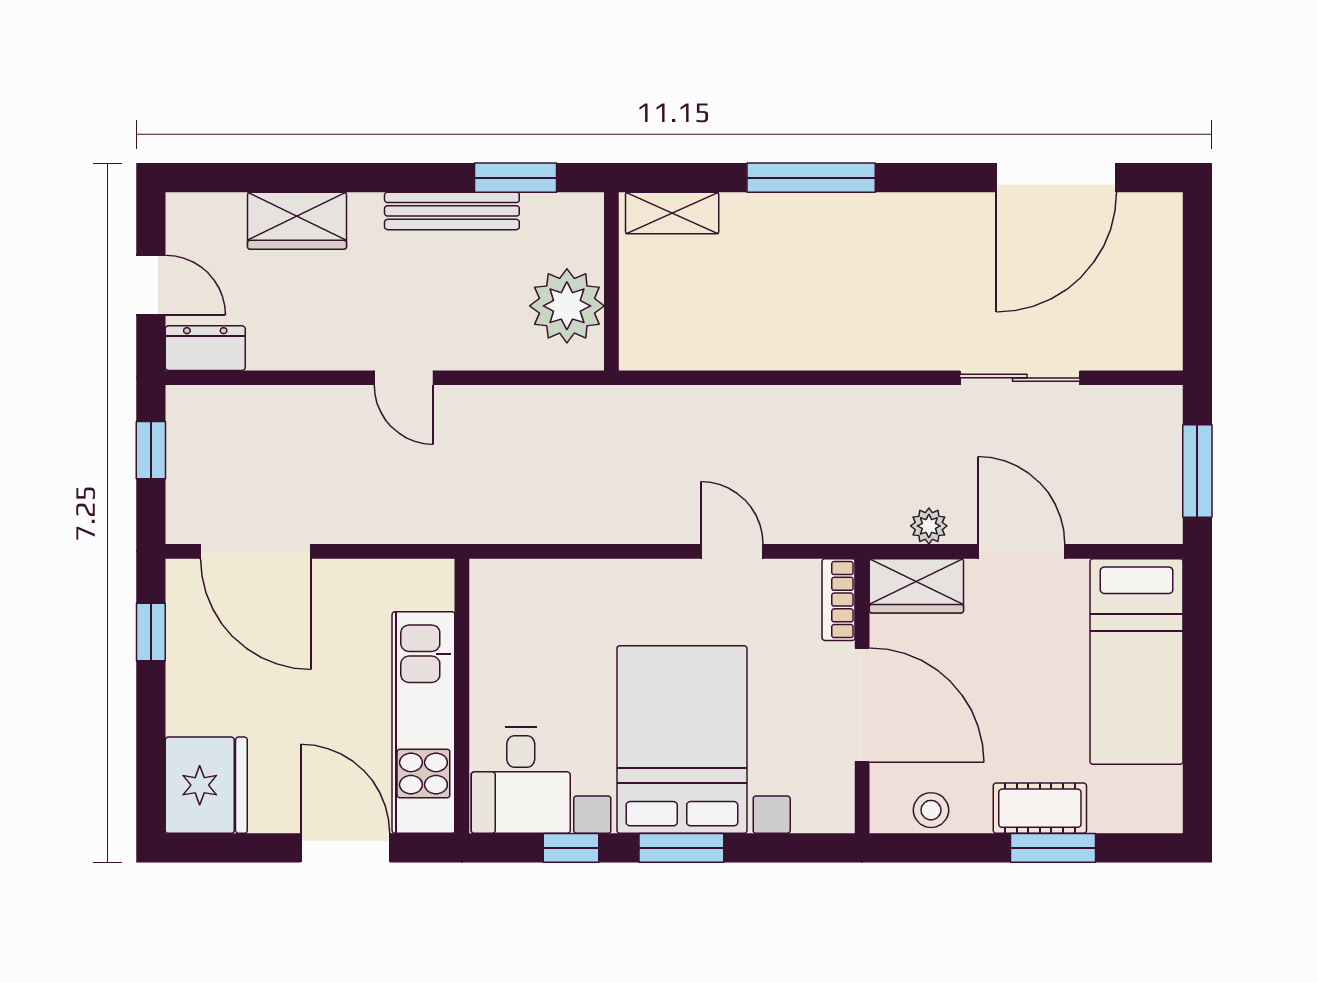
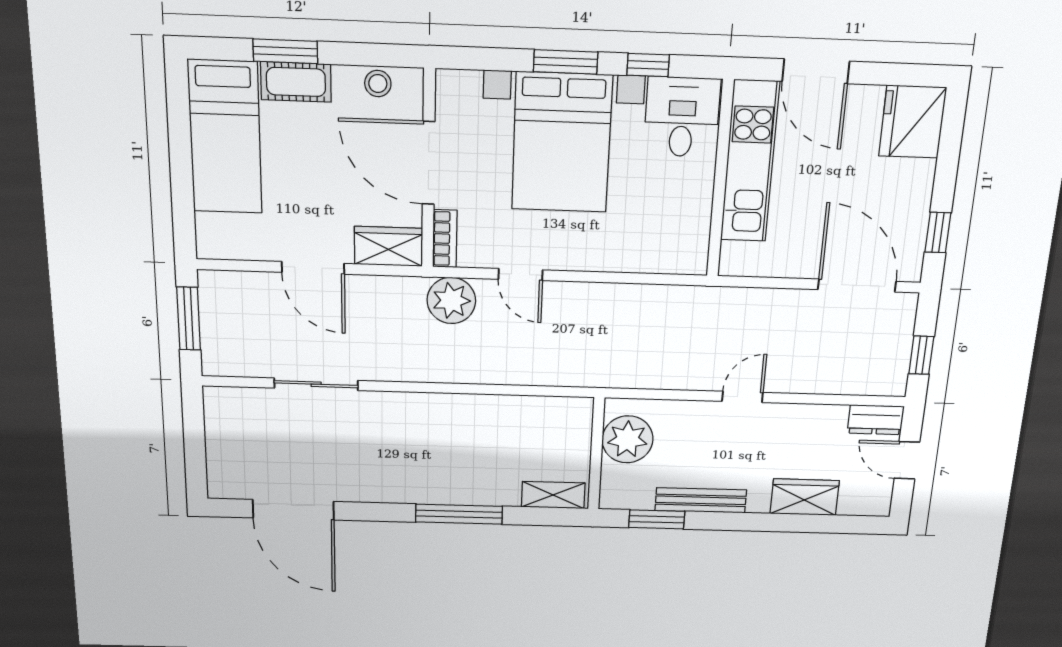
door: (1056, 178) -> (293, 510), swing flipped
door: (404, 378) -> (742, 397), hinge flipped
plant: (929, 526) -> (451, 300), moved, width x1.88, depth x1.88
bed: (1137, 662) -> (225, 137), moved, turned 180

